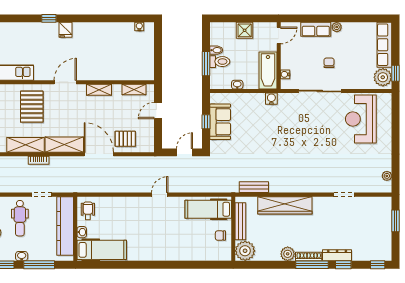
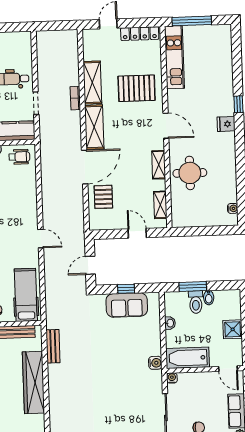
round table: (107, 63) -> (190, 173), added
water cooler: (285, 74) -> (172, 378), moved
door: (184, 152) -> (90, 265), swing flipped

